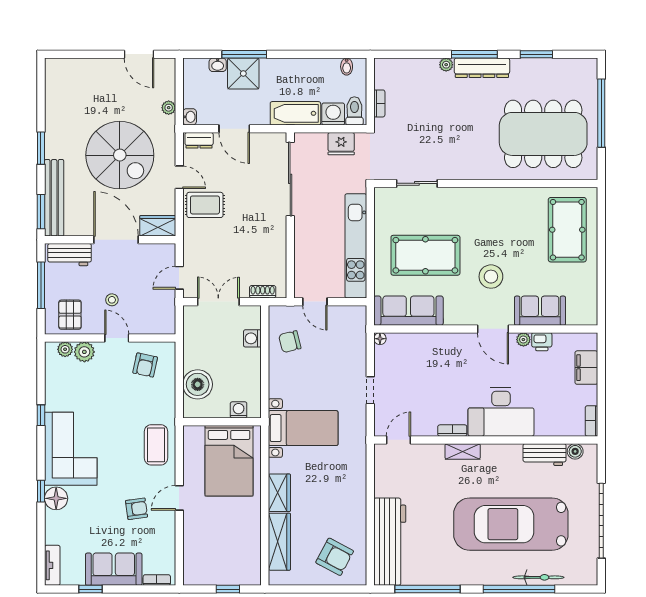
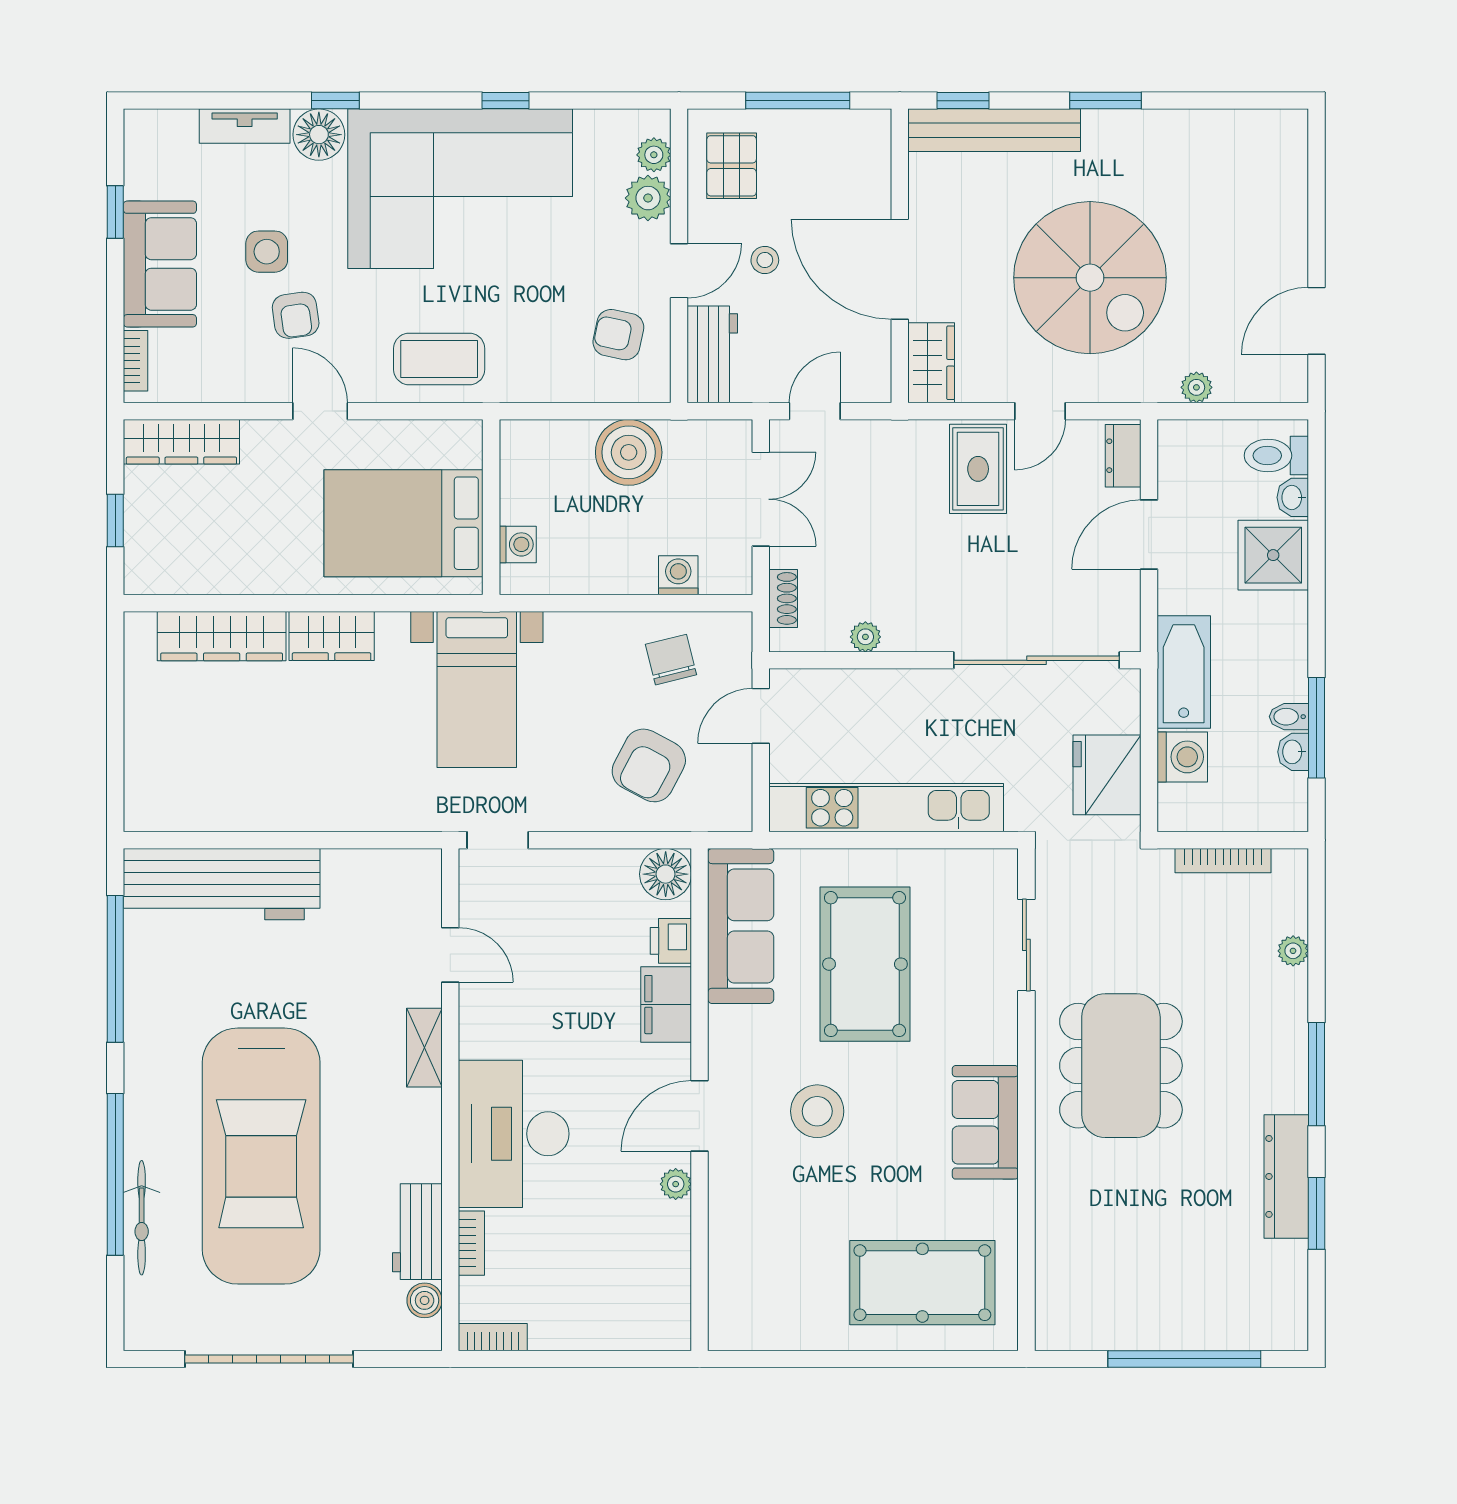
window: (244, 54) -> (1316, 728), moved
plant: (446, 65) -> (1293, 951), moved
bidet: (347, 67) -> (1289, 717), moved
dresser: (482, 68) -> (1286, 1176), moved
bookcase: (379, 103) -> (1223, 861), width x1.56
toilet: (354, 111) -> (1276, 456), moved, turned 180
washbasin: (190, 117) -> (1293, 752), moved, turned 90
dining table: (543, 134) -> (1121, 1066), moved, width x0.73, depth x0.80
fridge: (341, 144) -> (1107, 775), width x1.36, depth x1.34
spiral stairs: (120, 155) -> (1090, 278), turned -90
window: (41, 212) -> (963, 101), width x0.67
door: (116, 240) -> (900, 269), swing flipped
workbench: (70, 255) -> (712, 354), moved, turned 180
plant: (280, 255) -> (865, 637), added
door: (179, 278) -> (815, 411), hinge flipped
sofa: (540, 311) -> (985, 1122), moved, turned 180
pallet: (70, 315) -> (732, 166), turned 90
floor lamp: (380, 339) -> (666, 874), width x1.89, depth x1.89
printer: (542, 342) -> (671, 941), moved
filing cabinet: (586, 368) -> (666, 1005), moved, turned -90
boiler: (198, 384) -> (629, 452), moved
doorway: (370, 390) -> (498, 840), moved
bookcase: (452, 431) -> (471, 1243), moved
door: (399, 440) -> (450, 955), moved
corner sofa: (71, 449) -> (460, 189), width x1.36, depth x1.36
side table: (108, 522) -> (267, 252), added
car: (511, 524) -> (261, 1156), turned 180
armchair: (335, 557) -> (649, 765), moved
wardrobe: (193, 560) -> (181, 442), added
tv unit: (52, 565) -> (245, 126), moved

